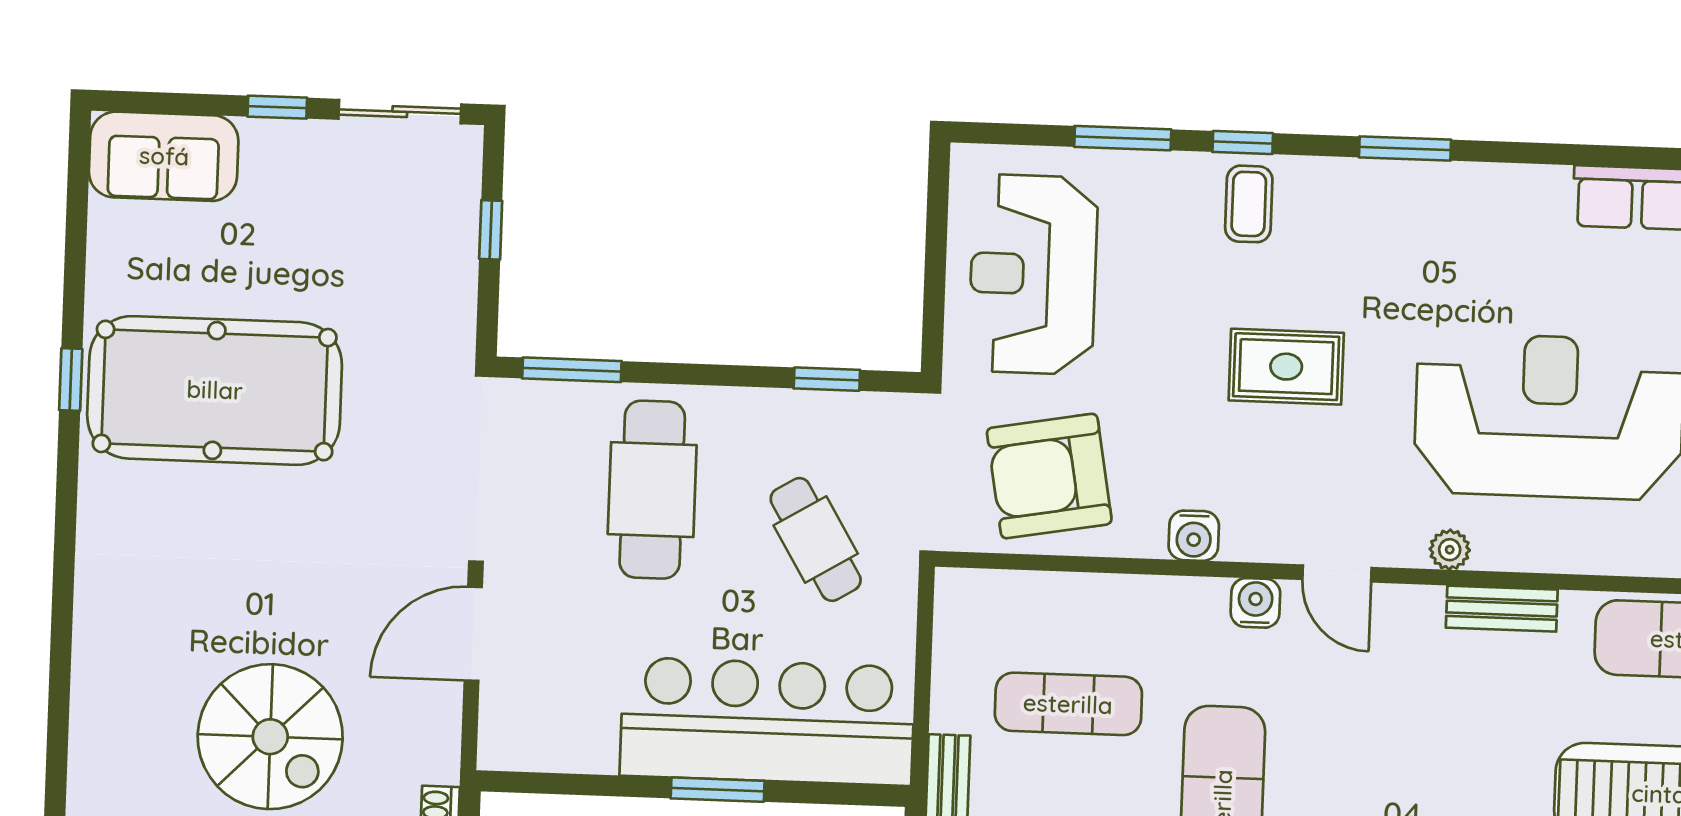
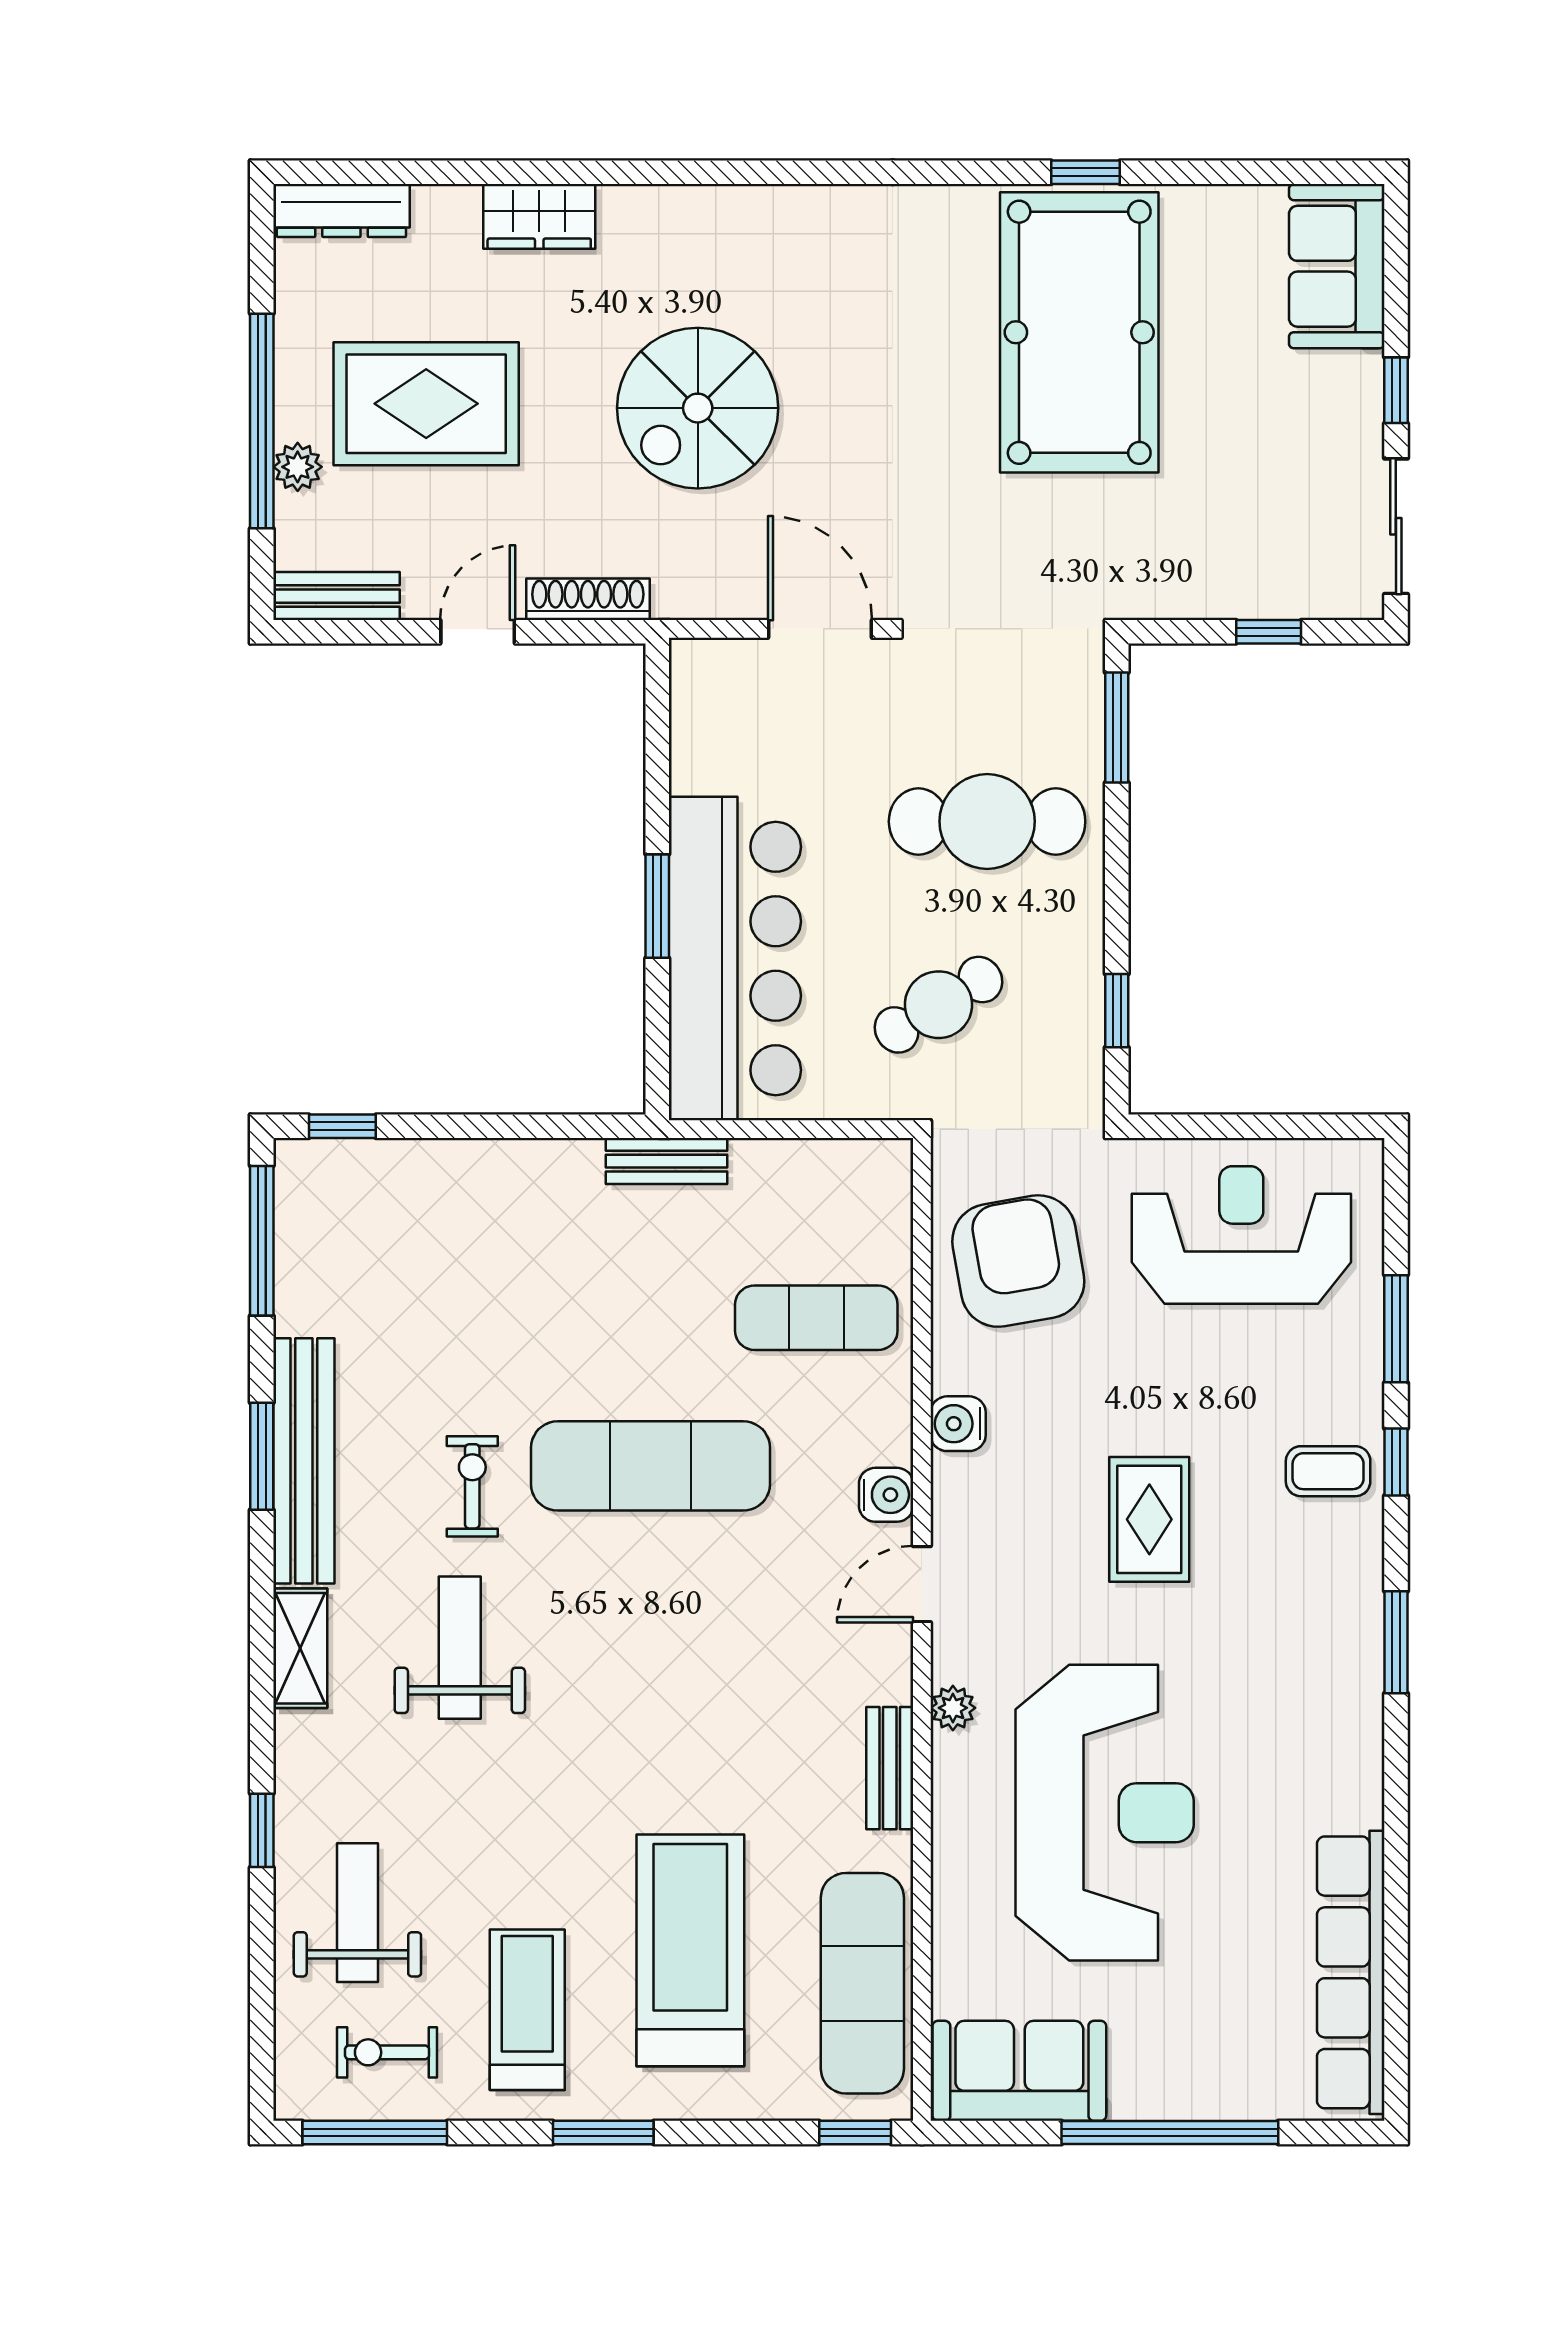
exercise mat: (1068, 704) -> (816, 1318), moved, turned 90

